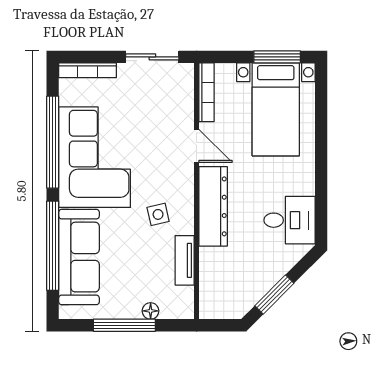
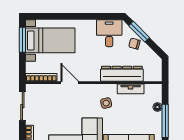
door: (197, 146) -> (70, 83), hinge flipped
dresser: (213, 206) -> (122, 74), moved
chair: (270, 268) -> (134, 44), added
window: (274, 294) -> (139, 32), moved

